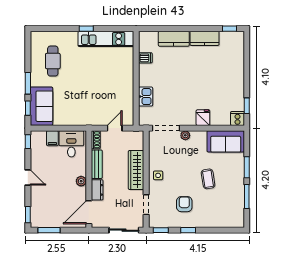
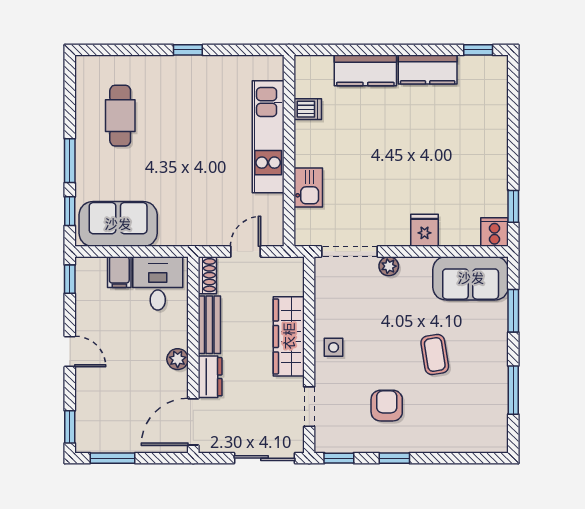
kitchen unit: (106, 39) -> (268, 137), moved, turned 90
sofa: (41, 106) -> (118, 224), moved, turned -90
window: (247, 167) -> (513, 311), moved

